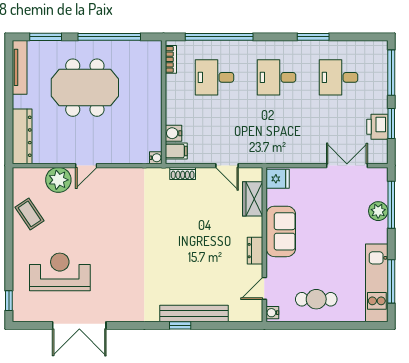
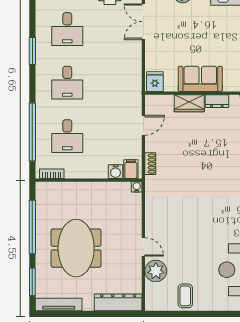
wardrobe: (253, 199) -> (189, 103), moved
coffee table: (30, 214) -> (185, 296), turned -56

